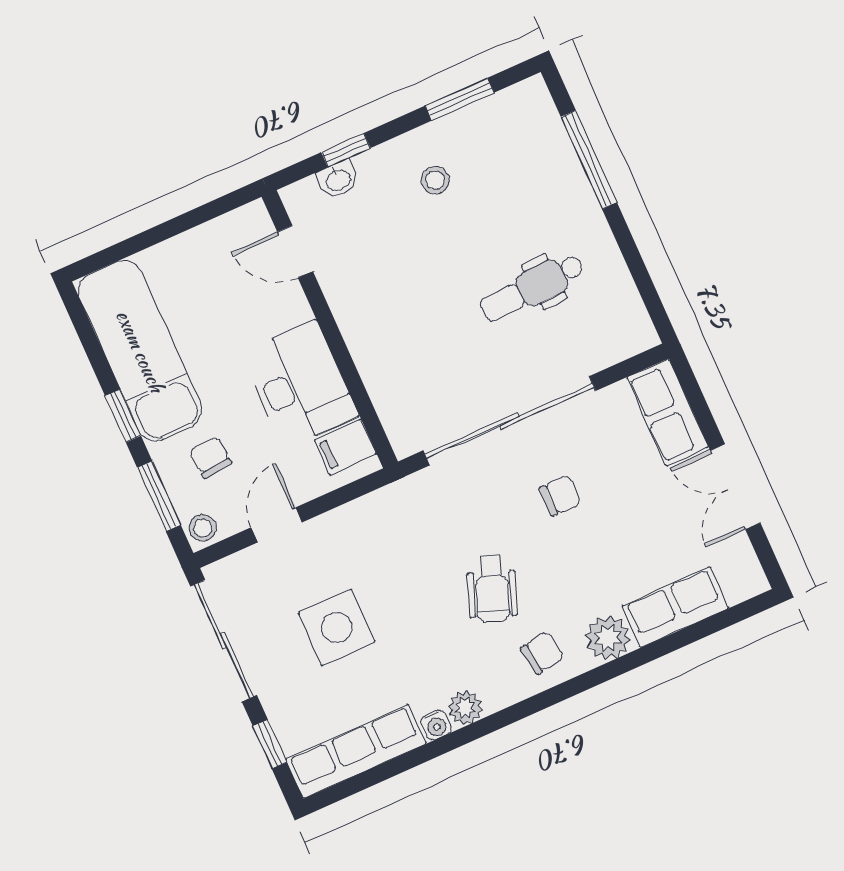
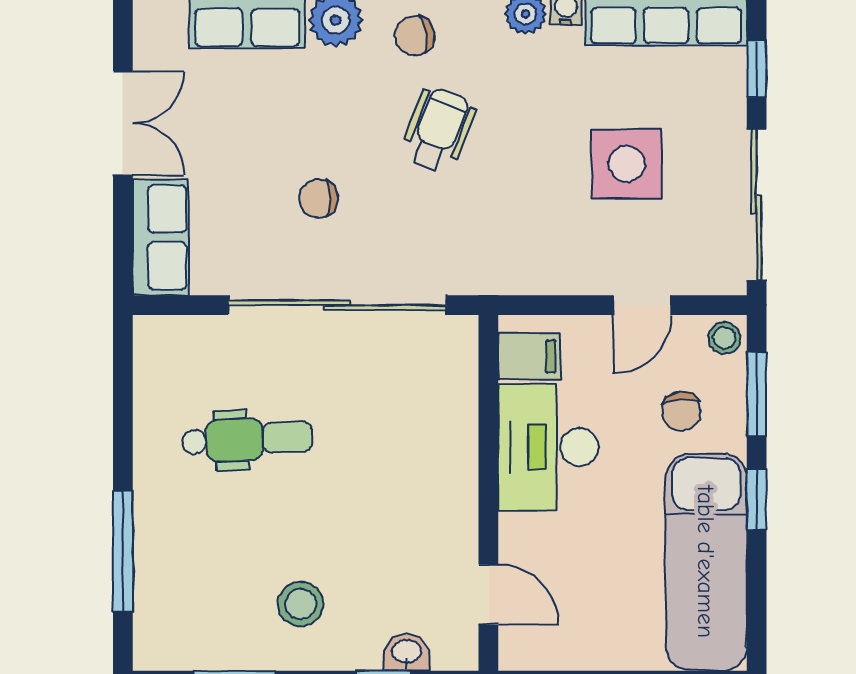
stool: (435, 180) -> (301, 604), width x1.37, depth x1.37

